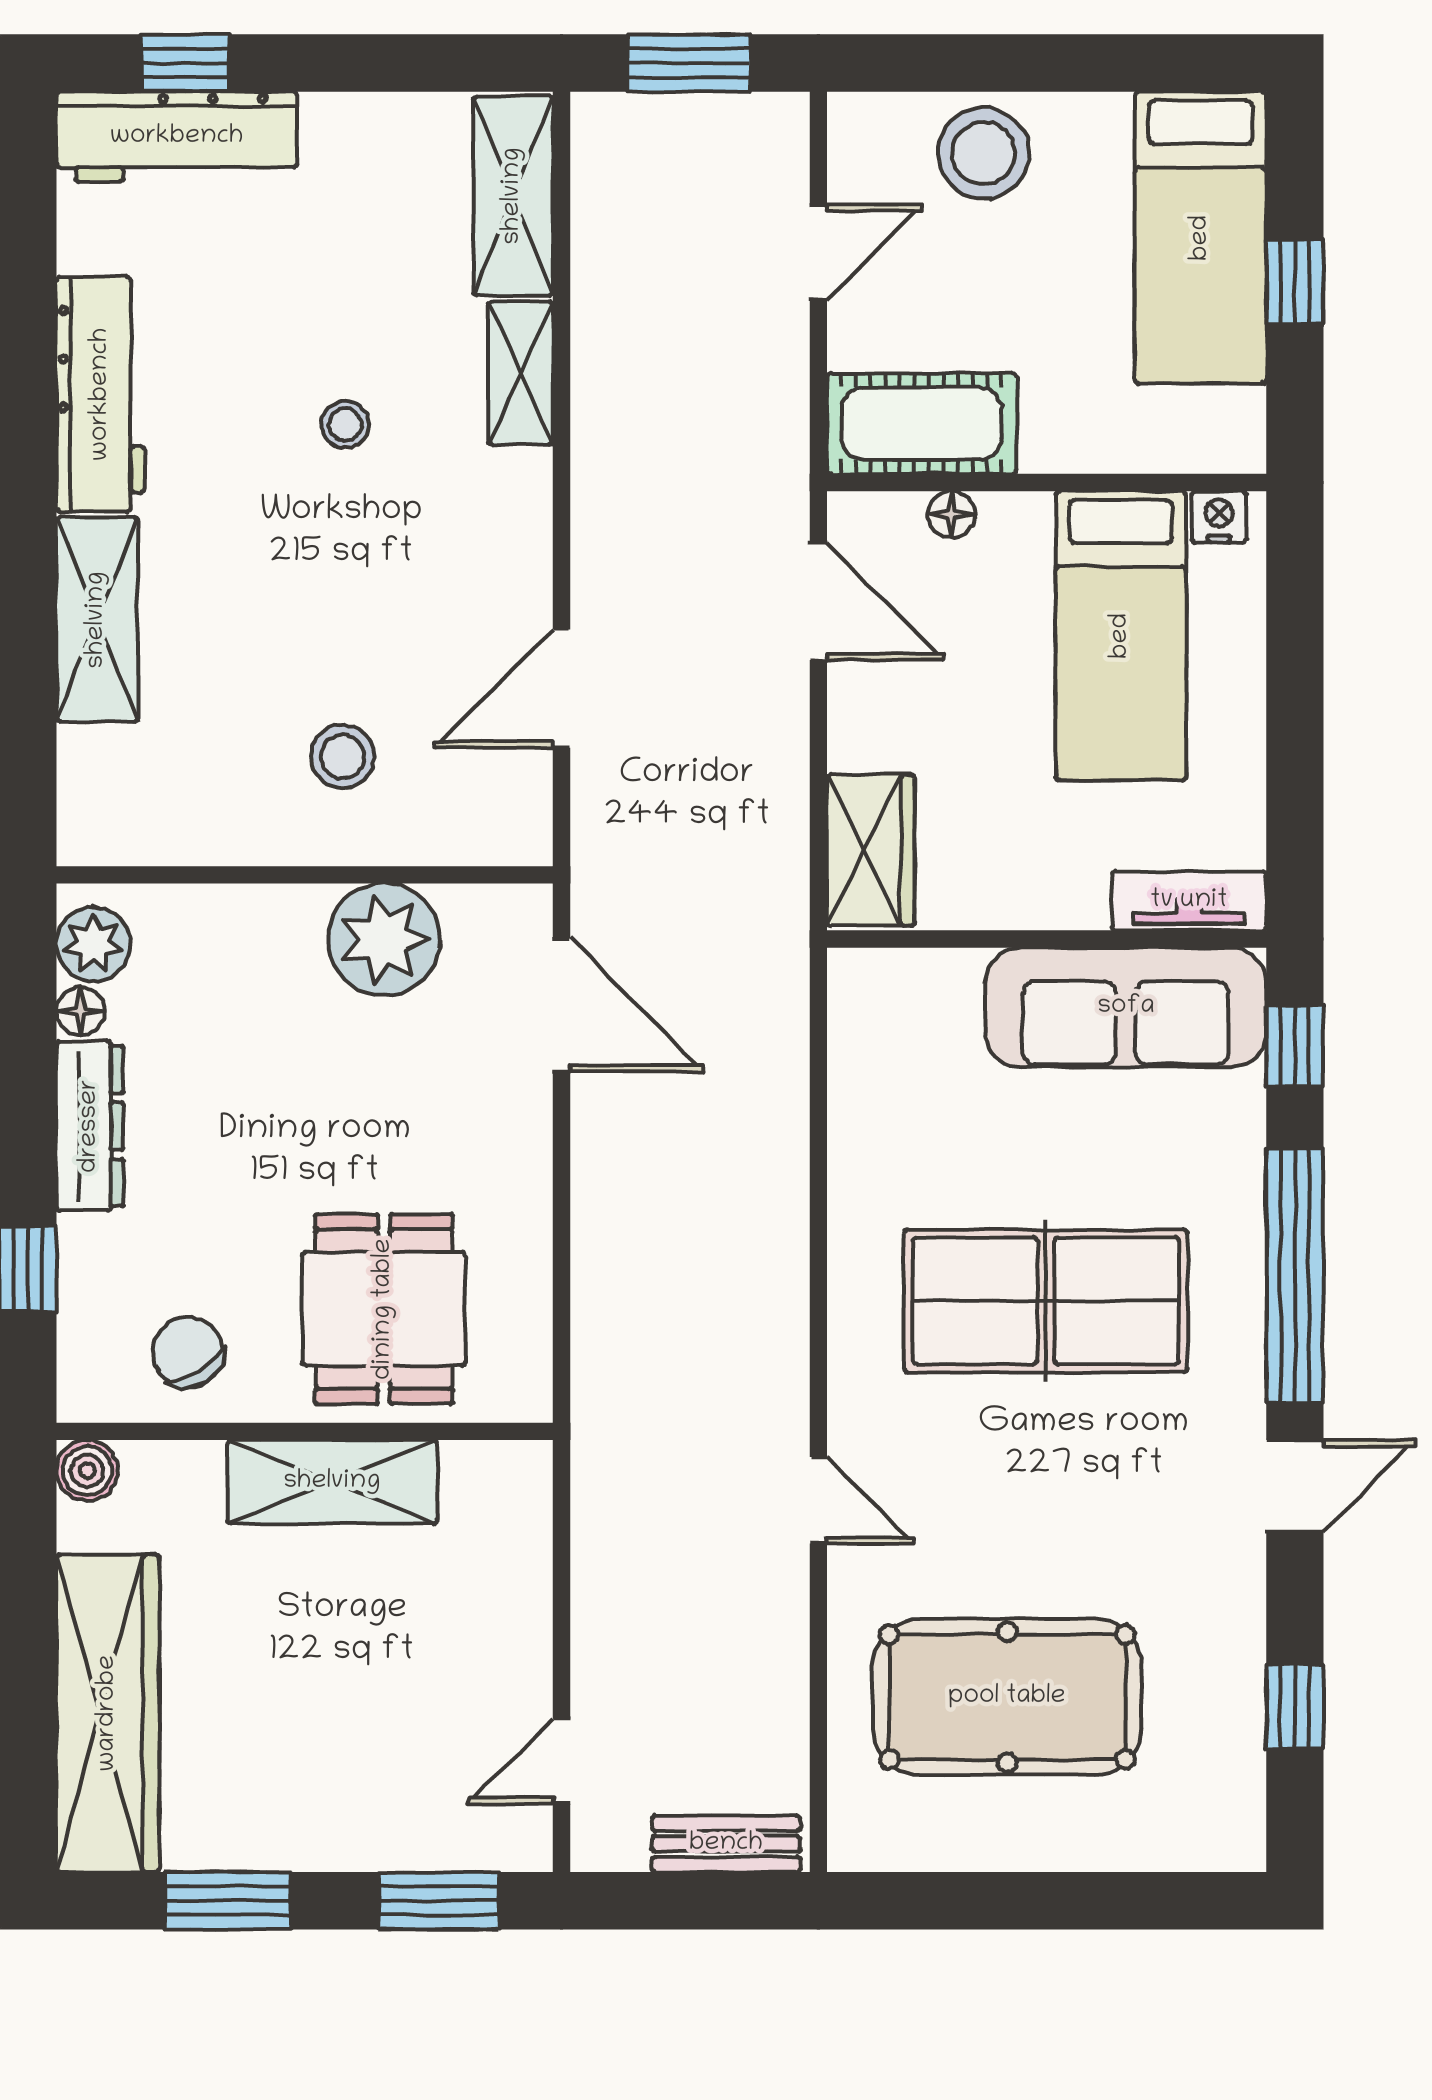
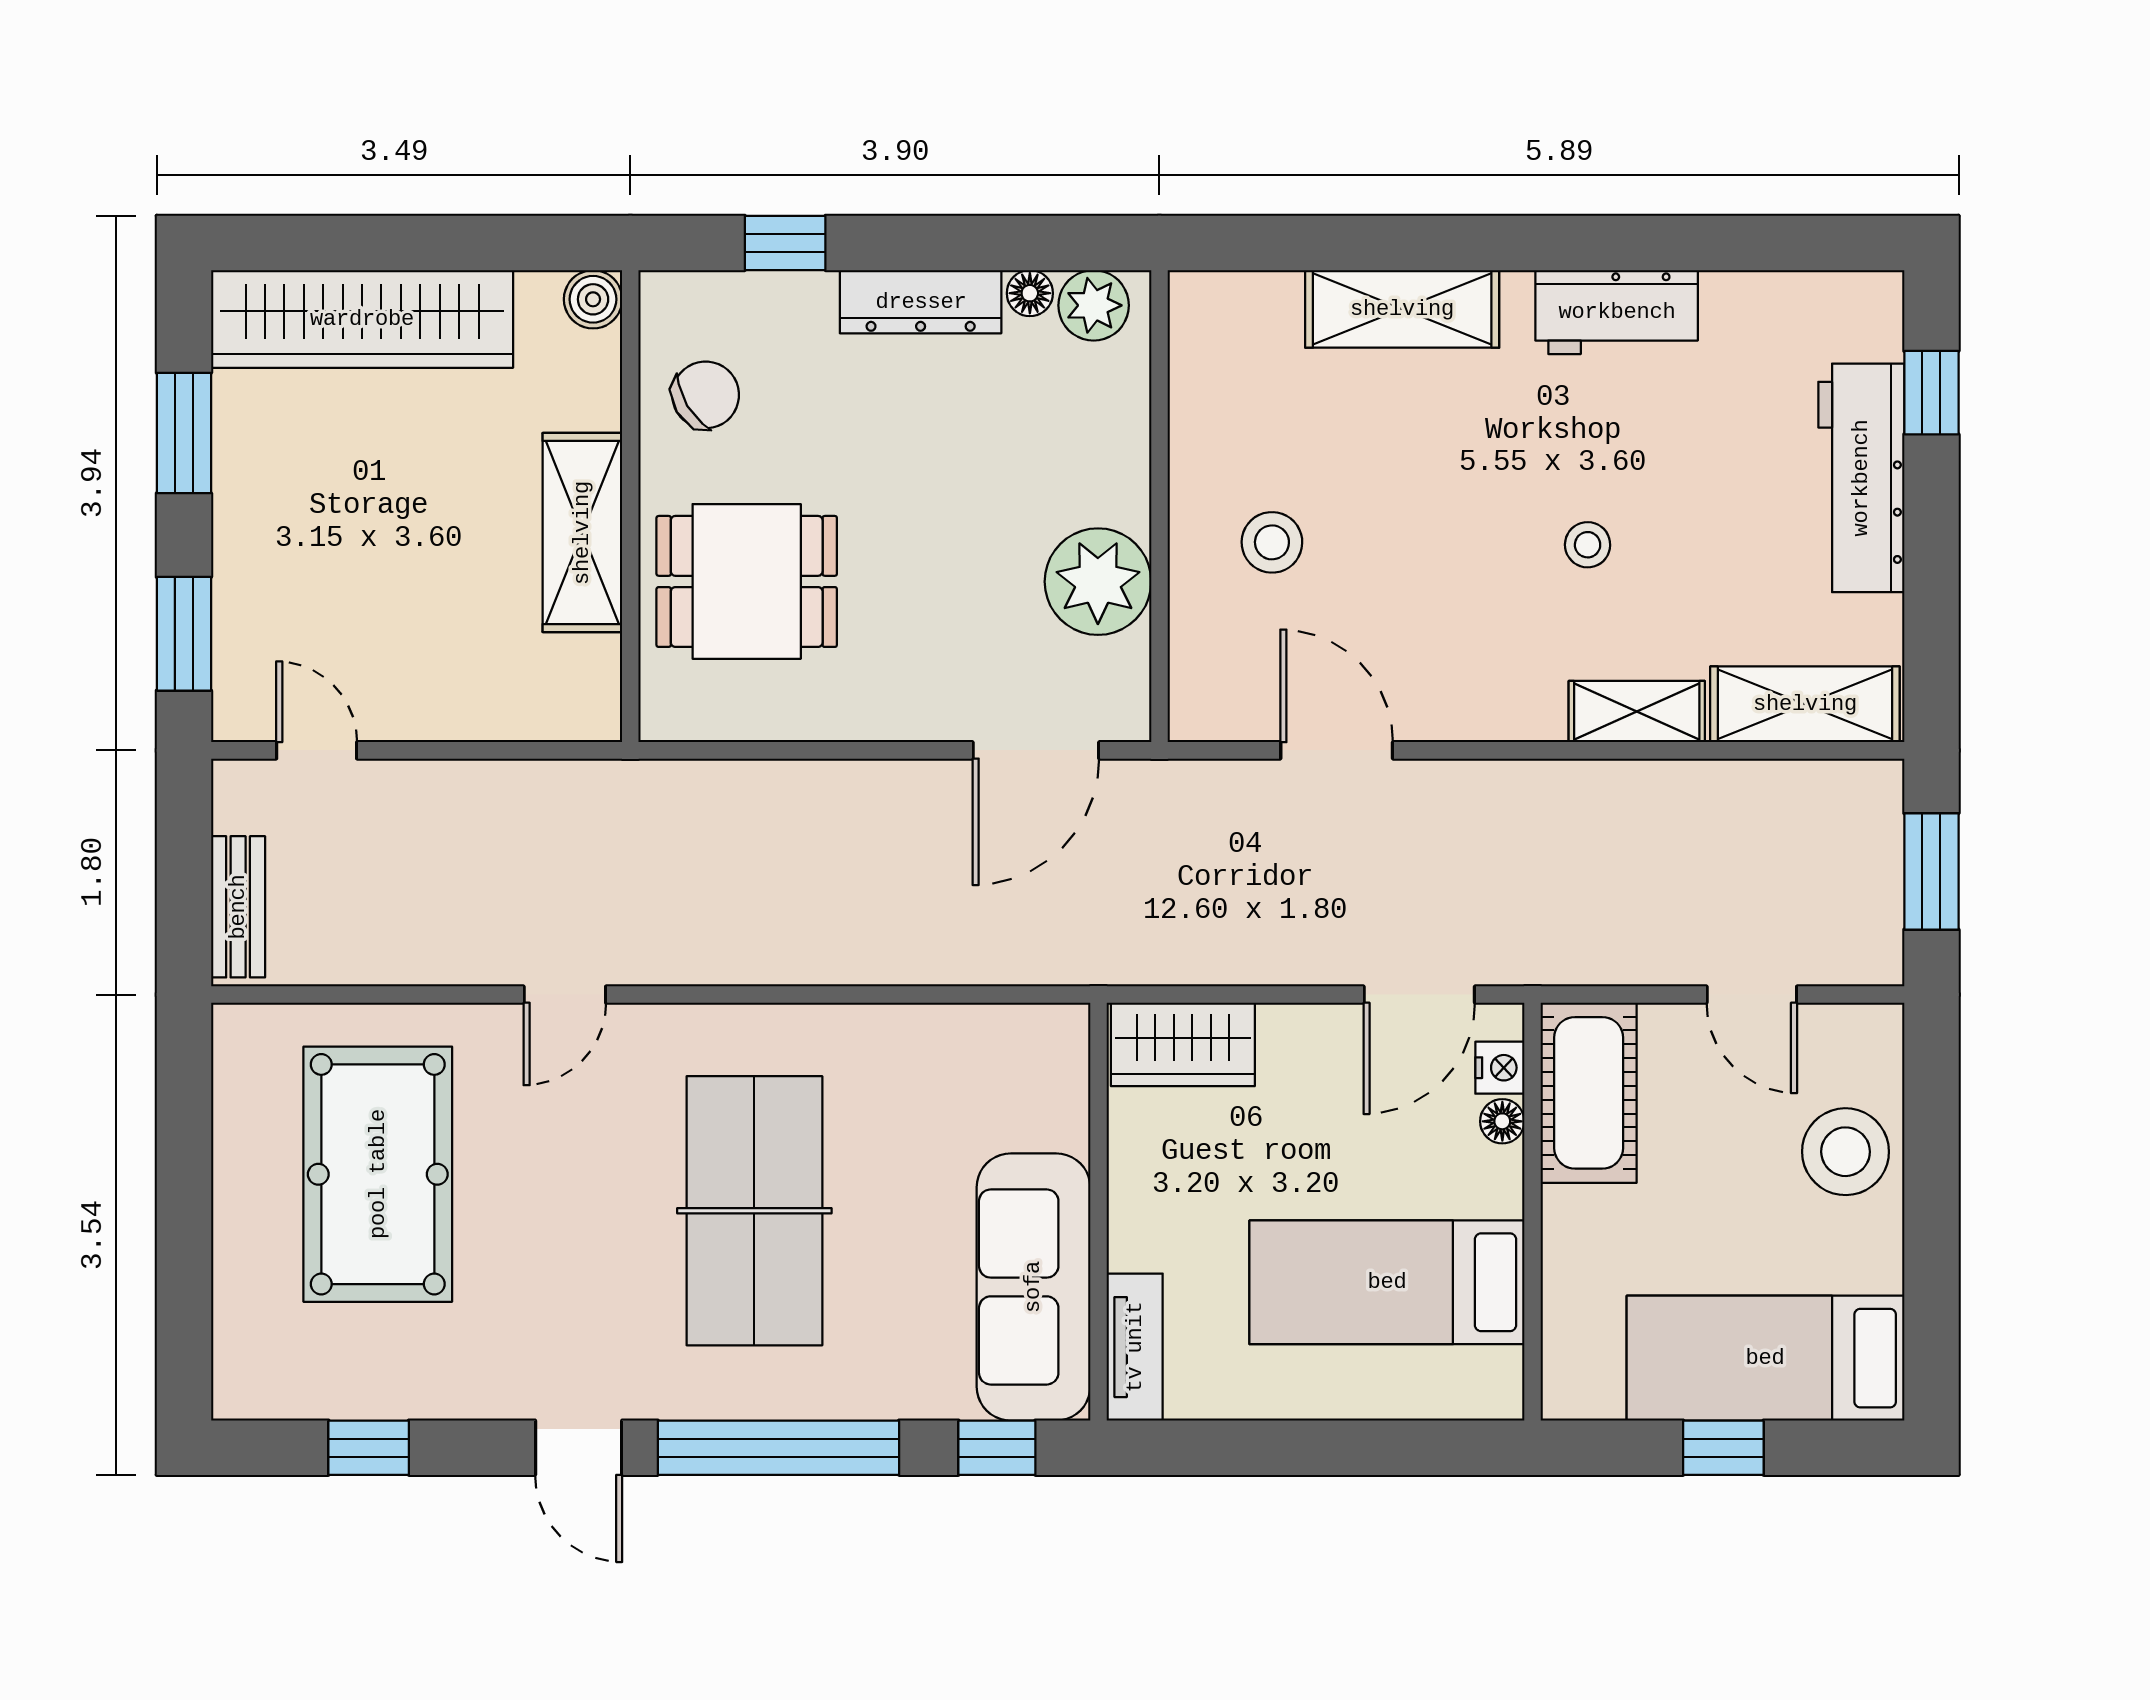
workbench: (177, 137) -> (1861, 478), moved
workbench: (101, 394) -> (1617, 312), width x0.73
nightstand: (1219, 517) -> (1500, 1068), moved

